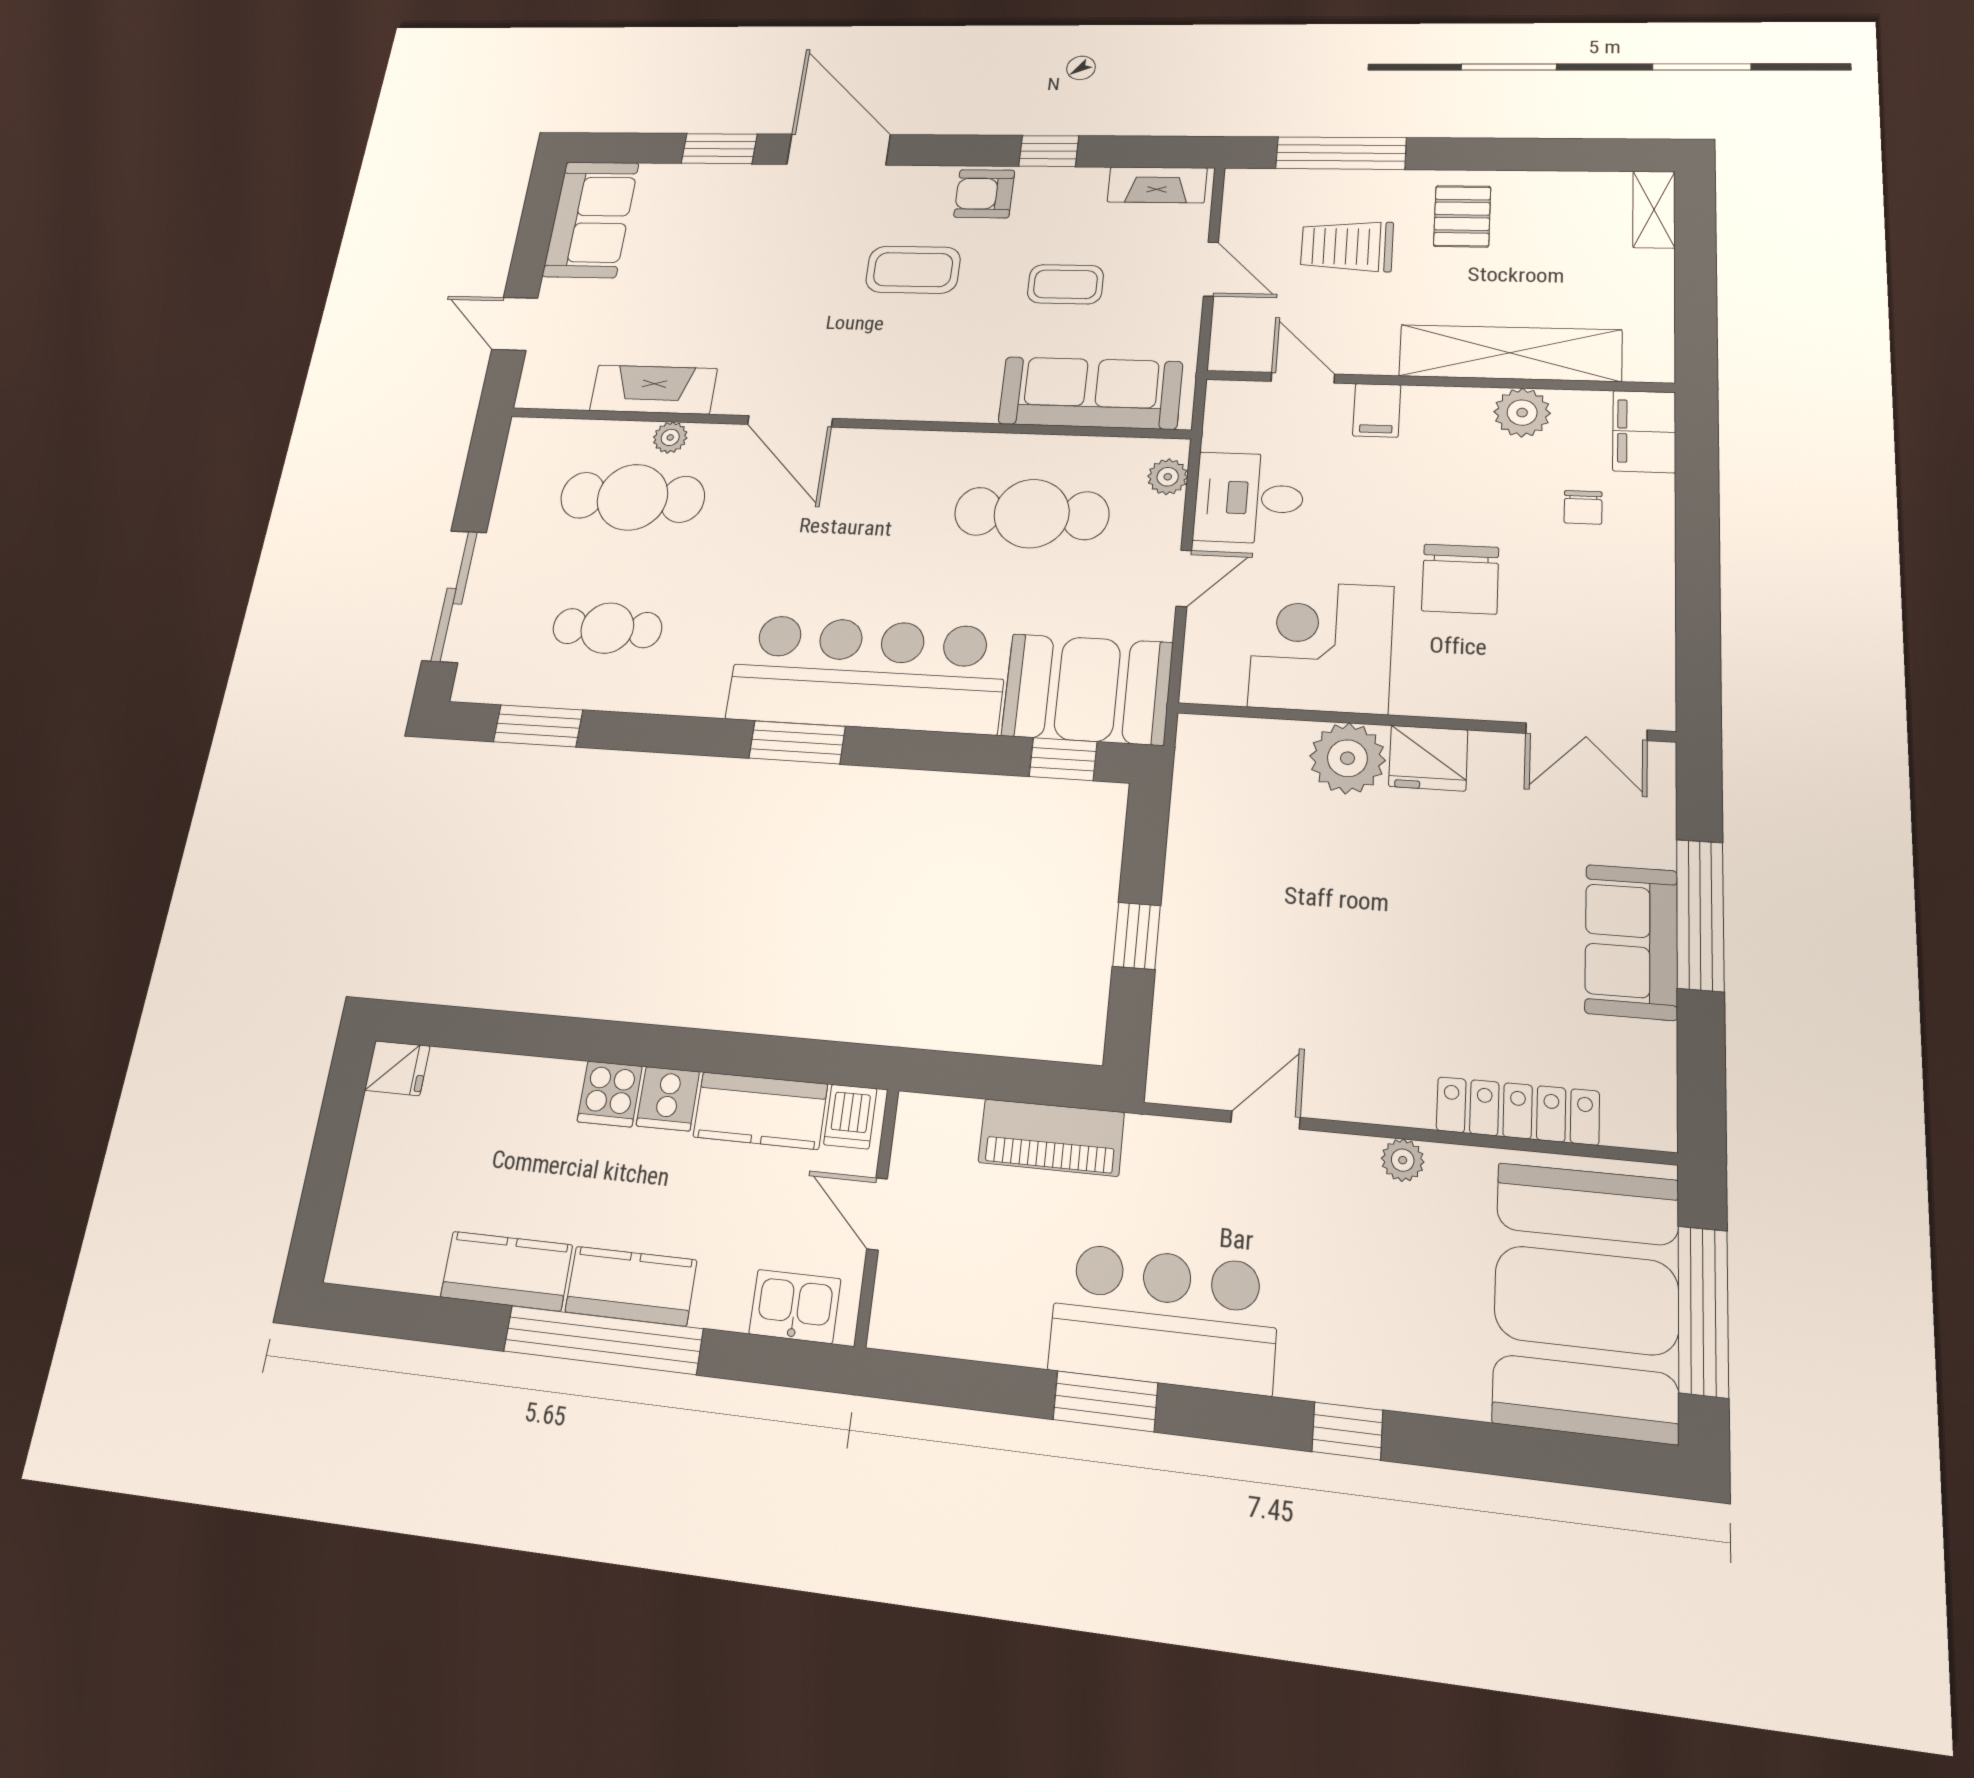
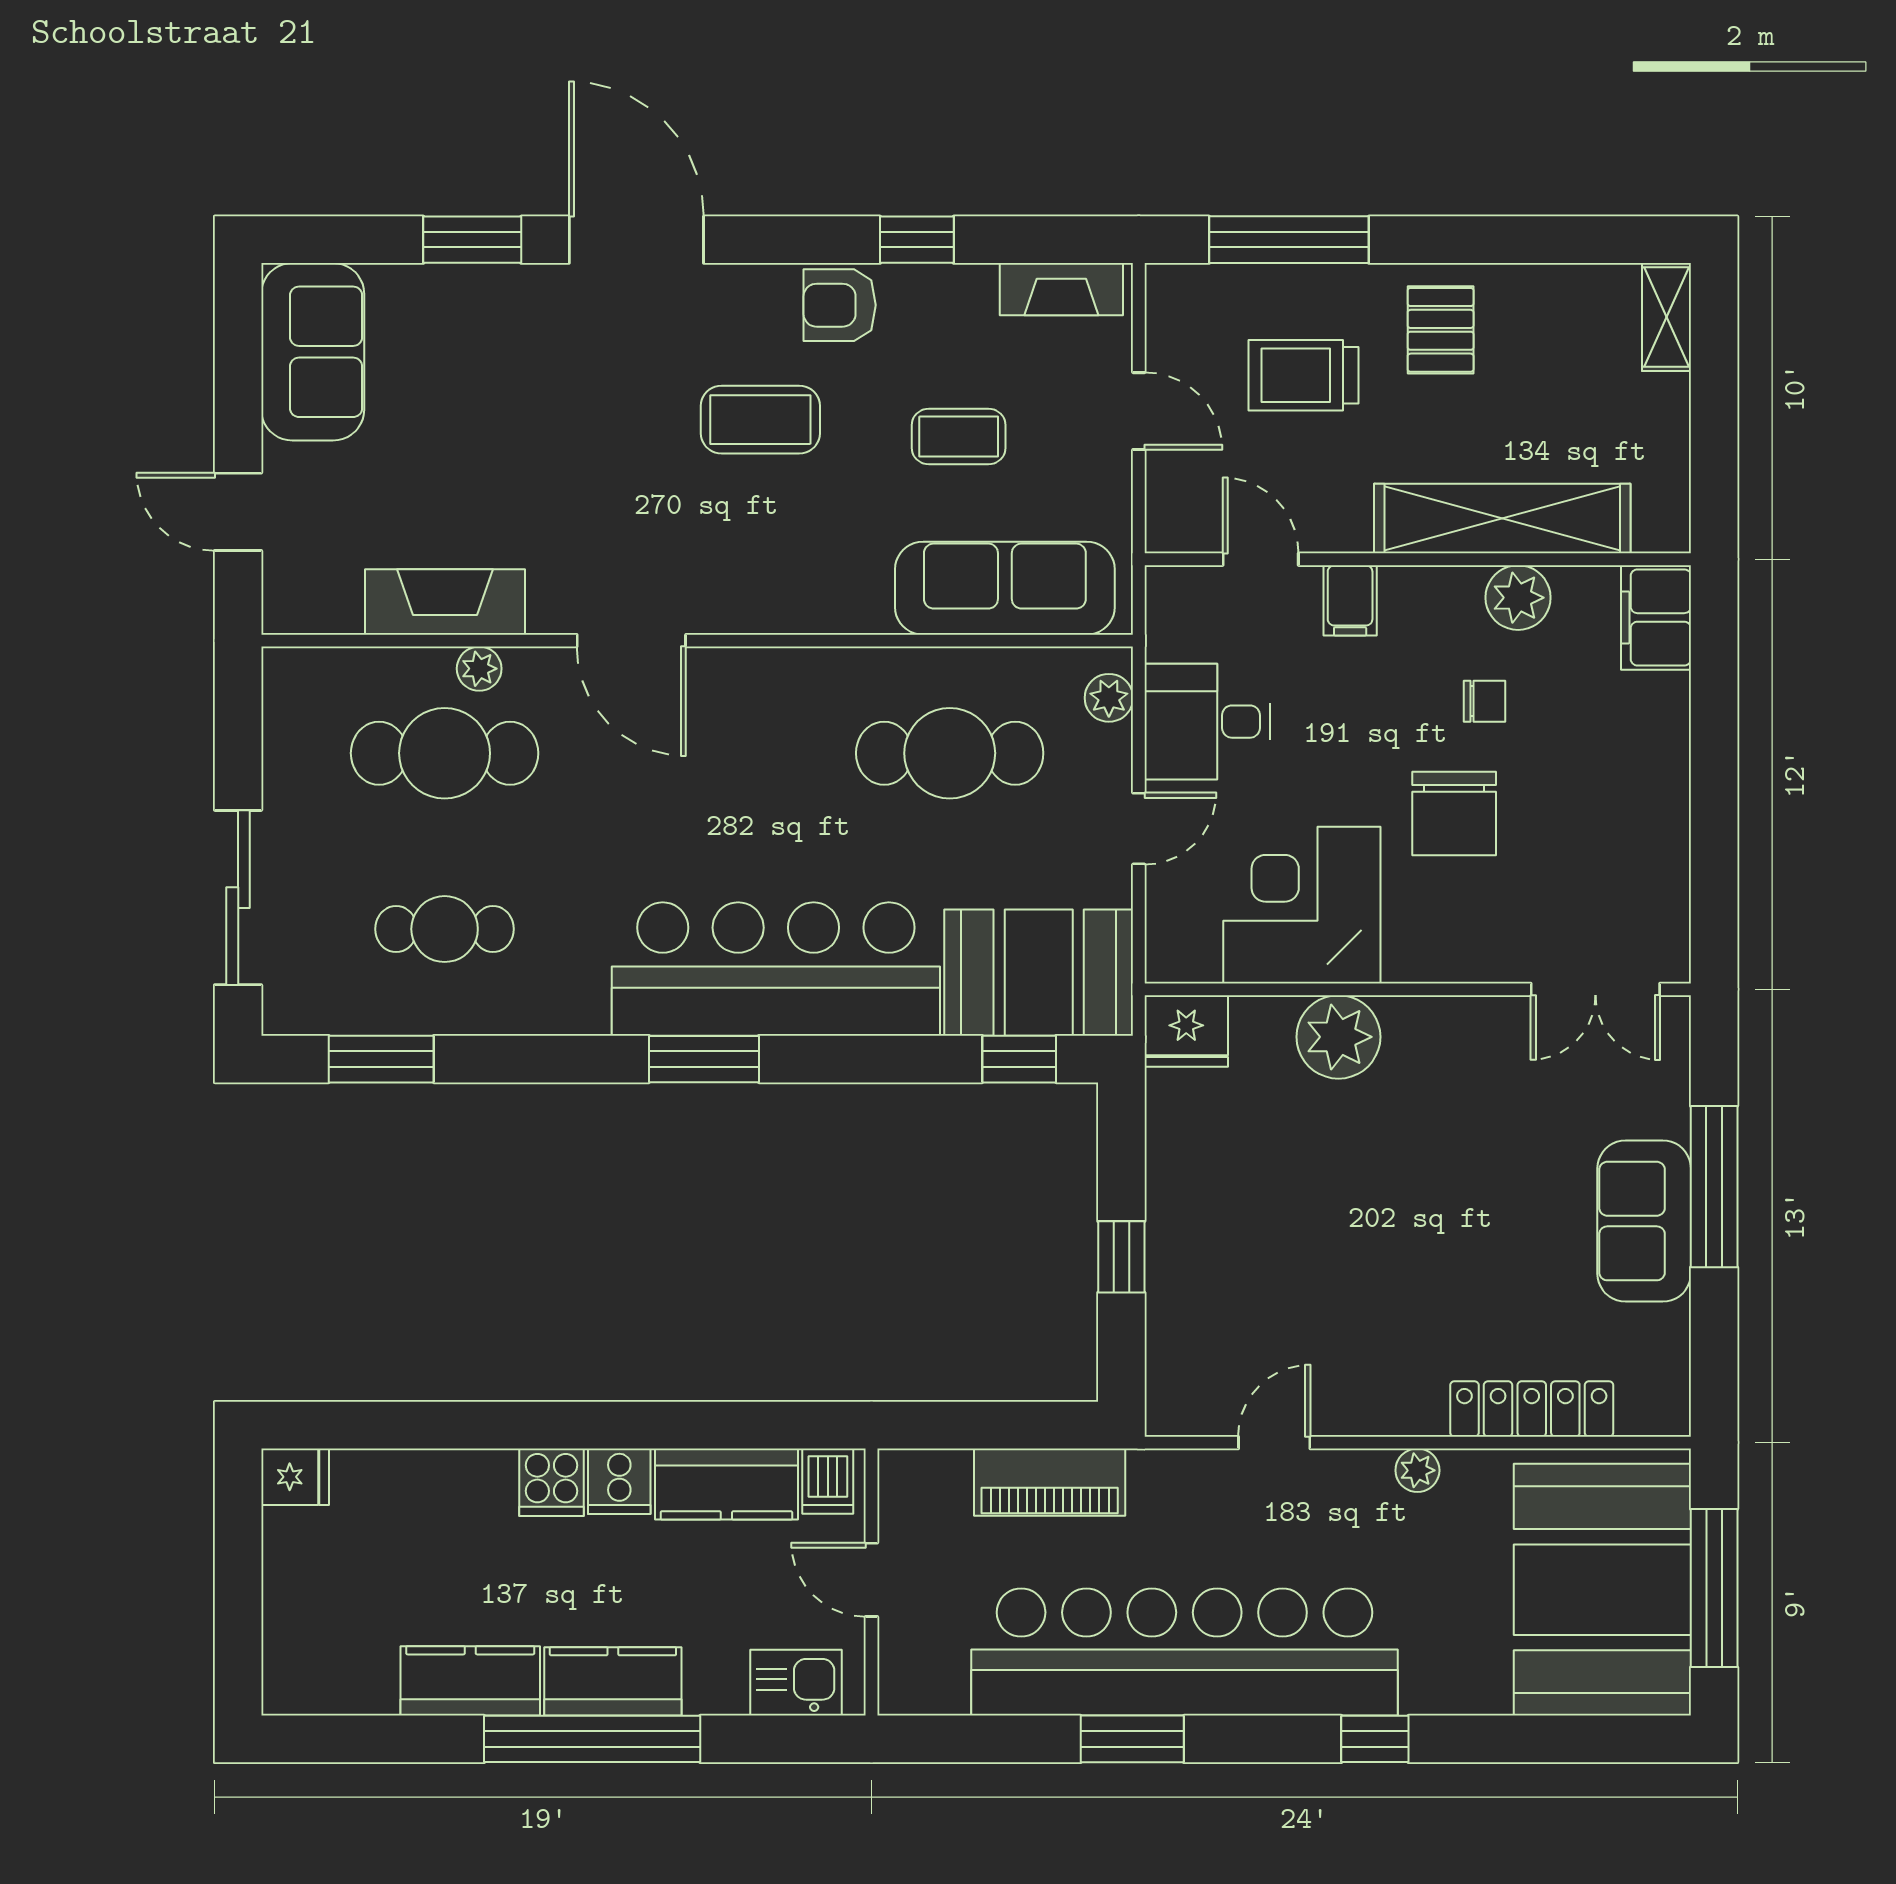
chair: (1583, 507) -> (1484, 701), moved, turned -90
fridge: (1428, 758) -> (1186, 1031), moved
bar counter: (1164, 1318) -> (1184, 1652), width x1.86

